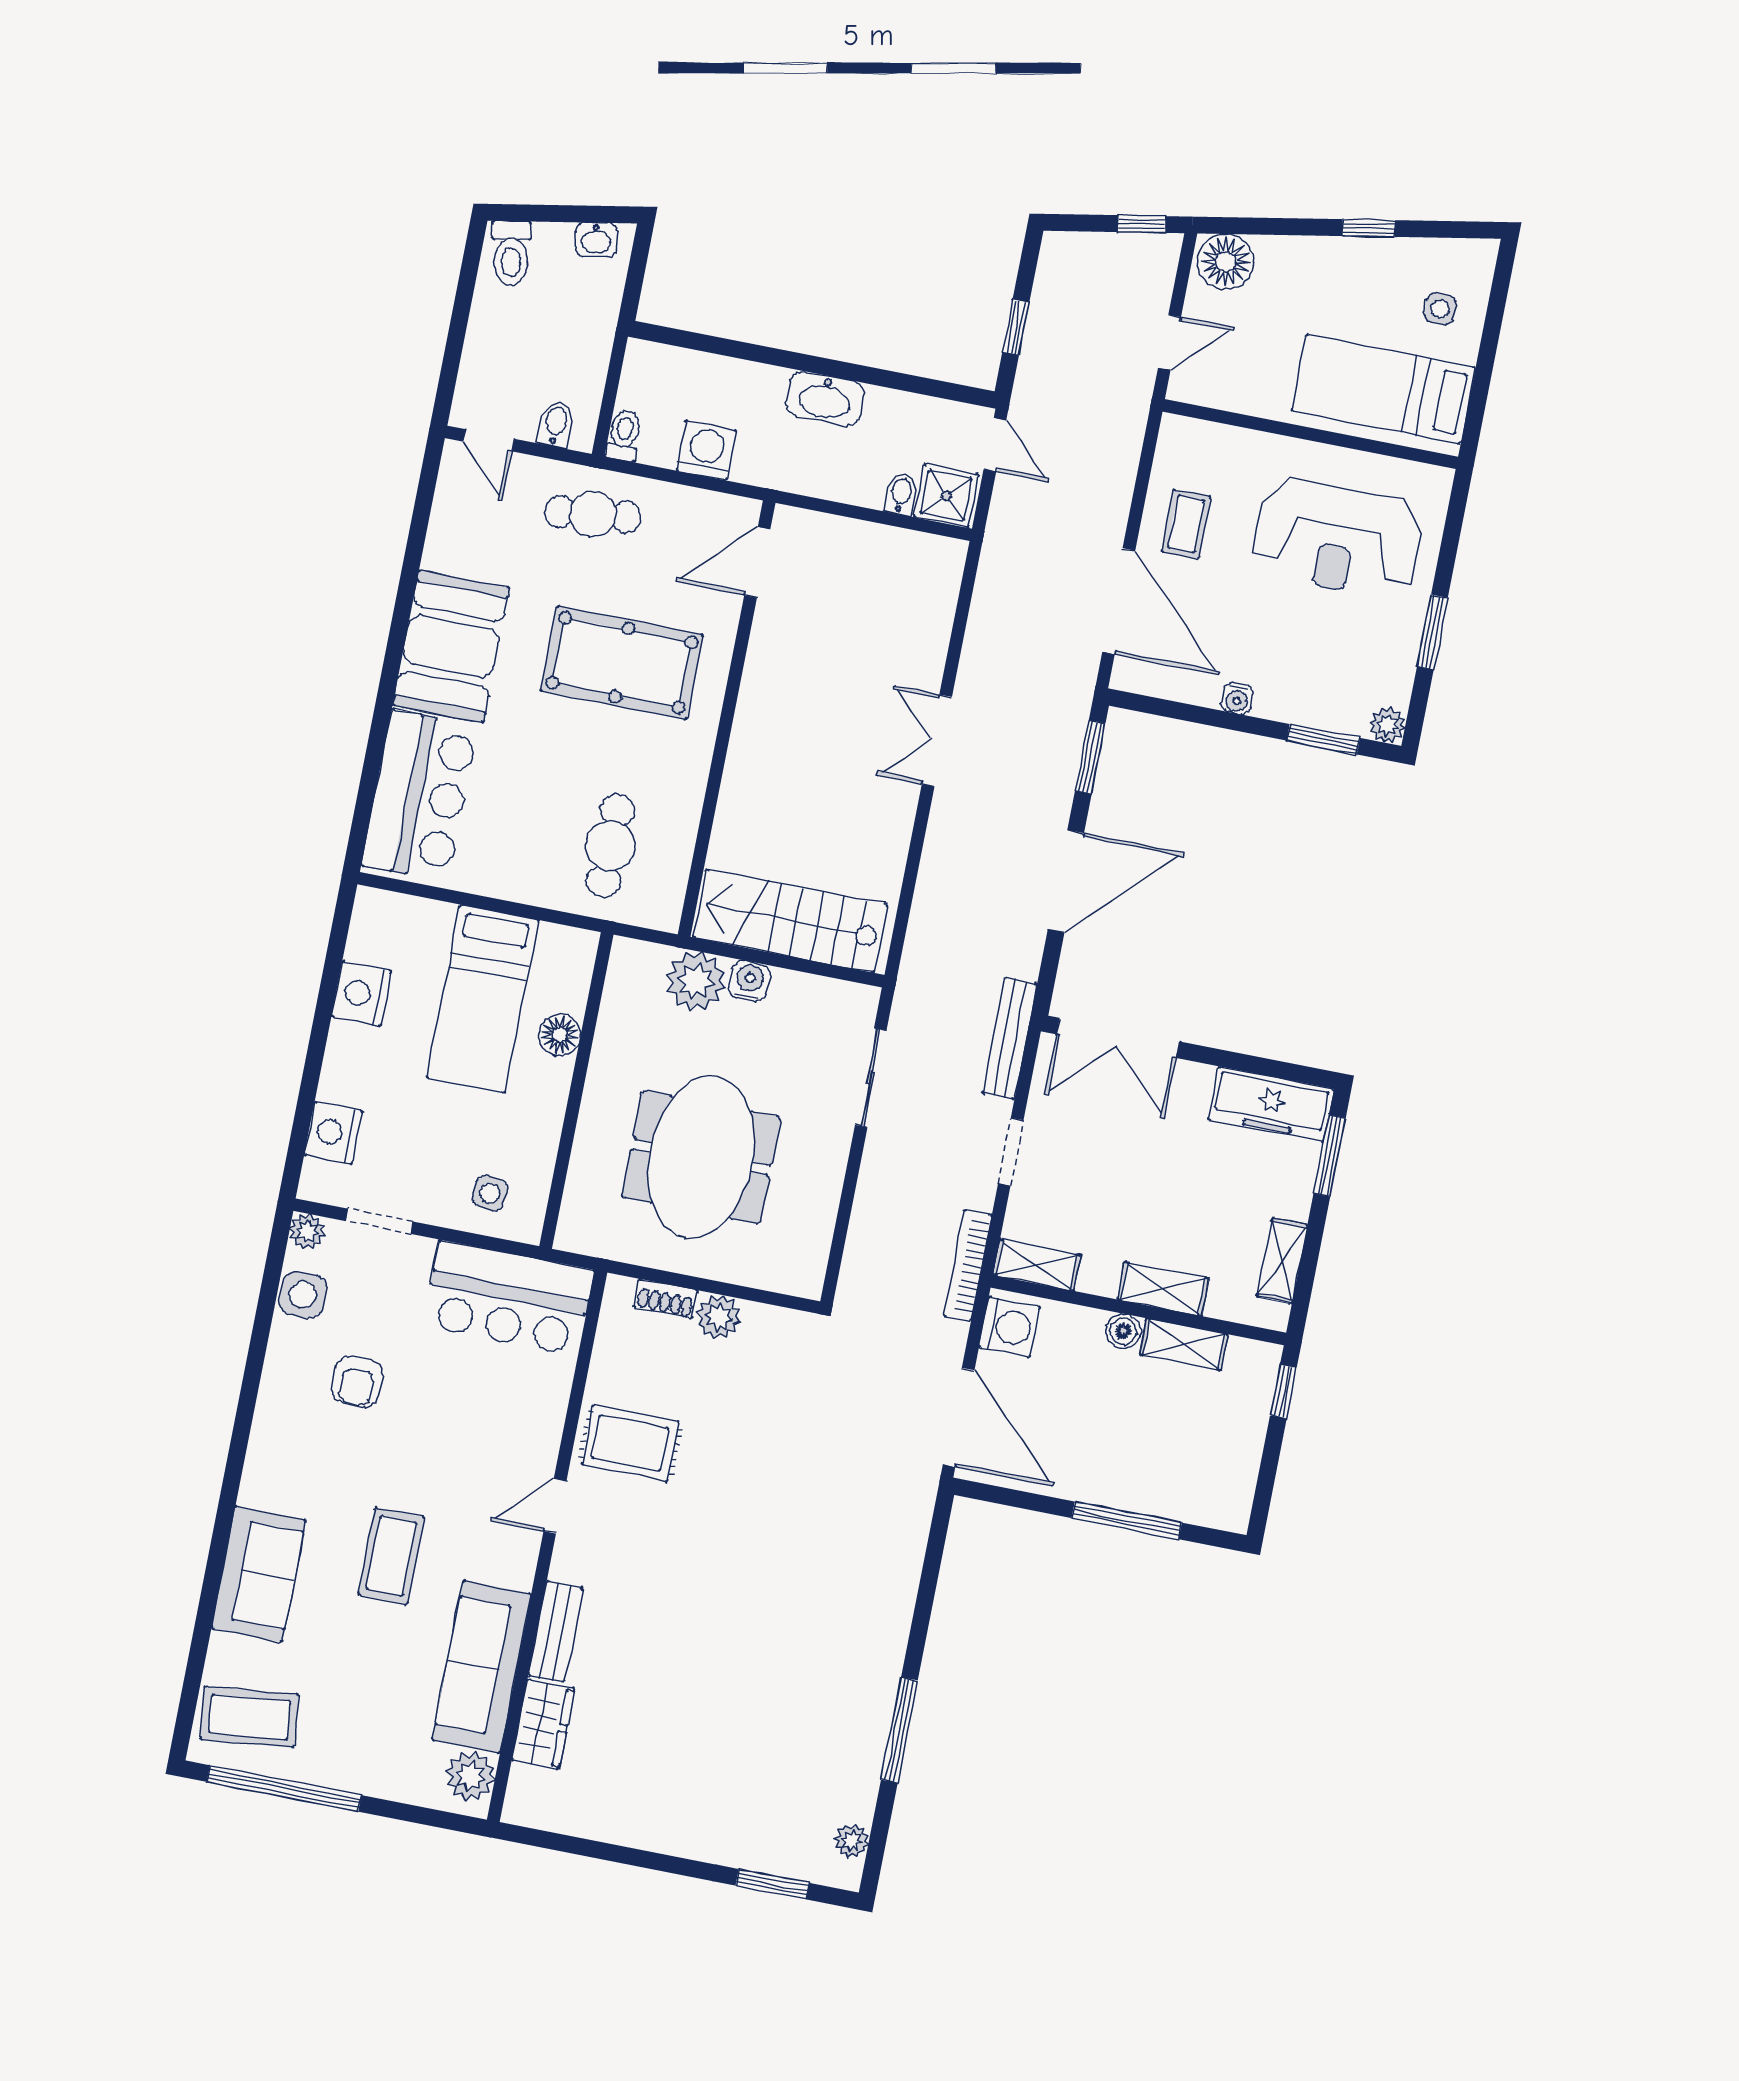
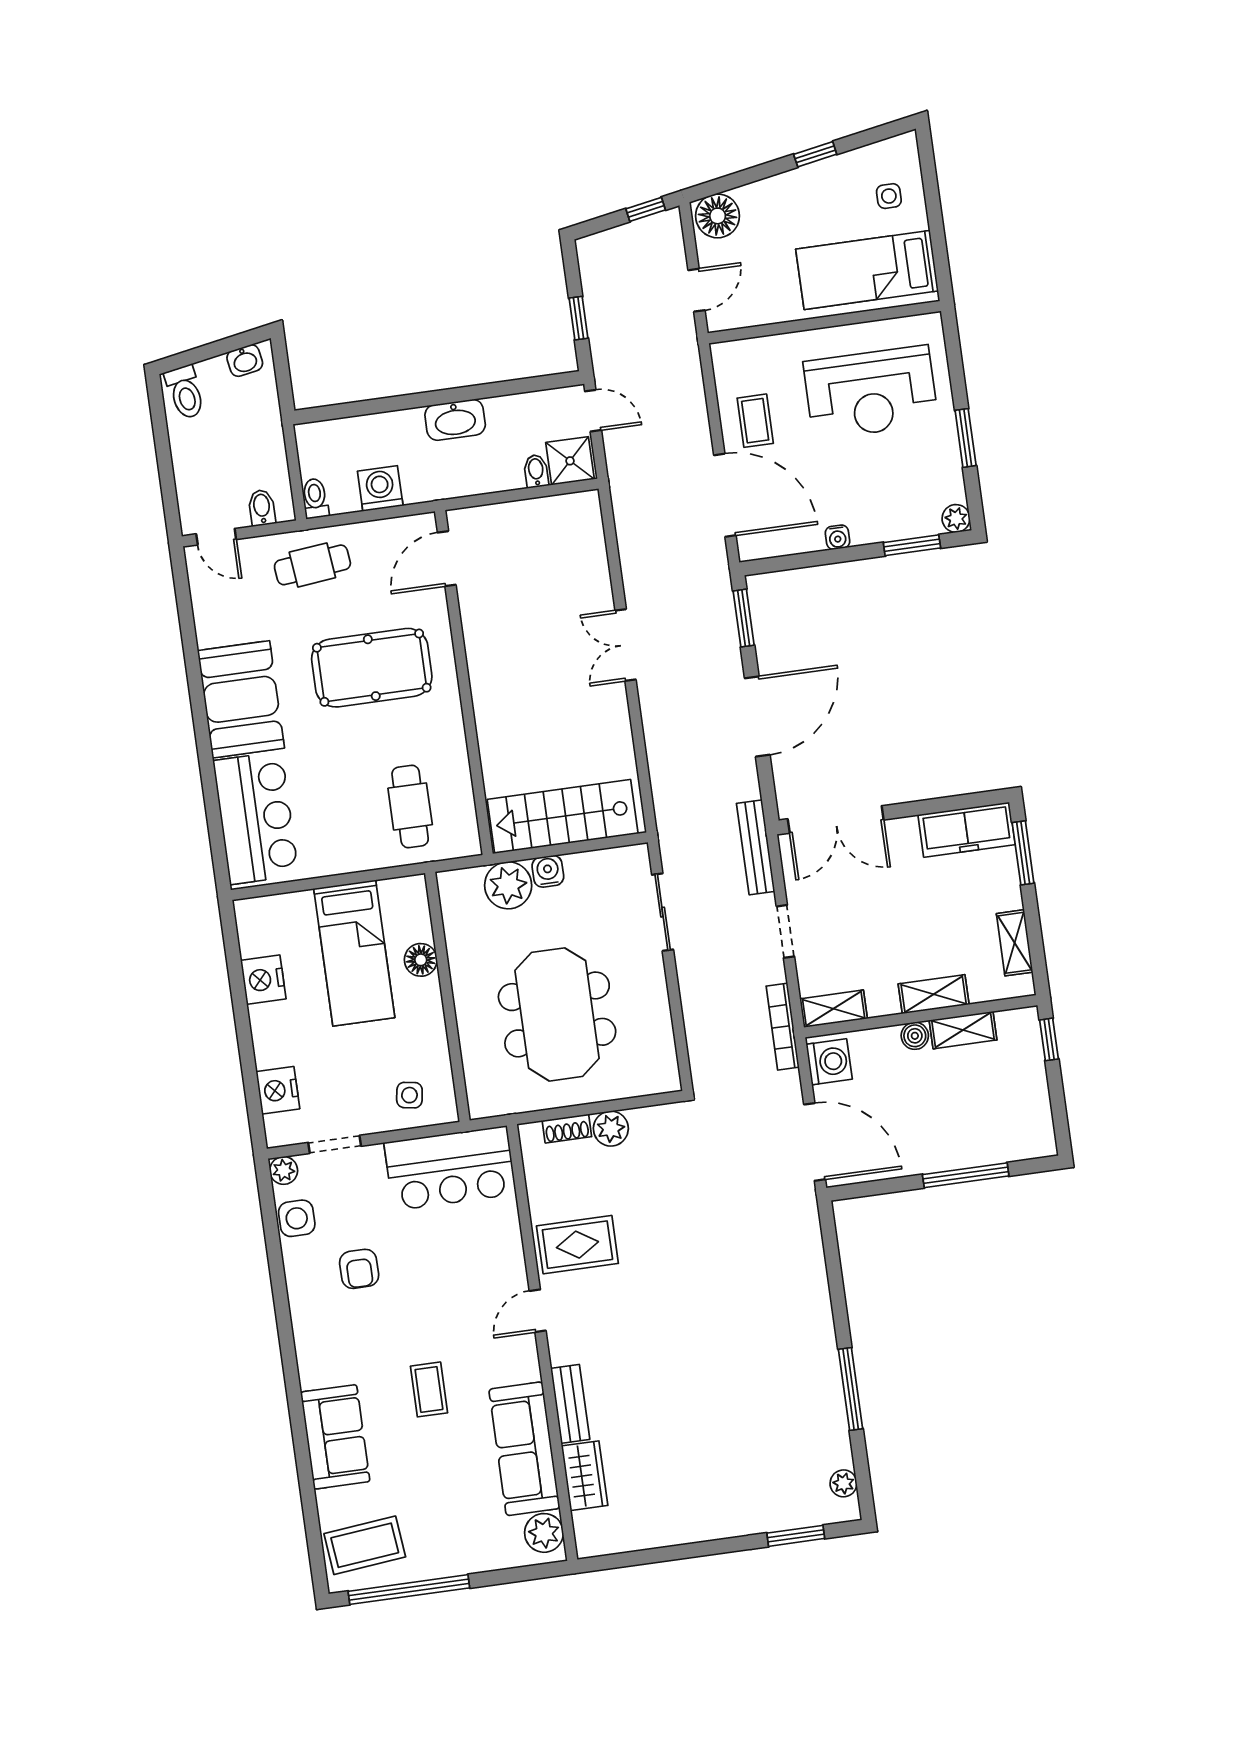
coffee table: (391, 1556) -> (429, 1389), width x0.73, depth x0.77

